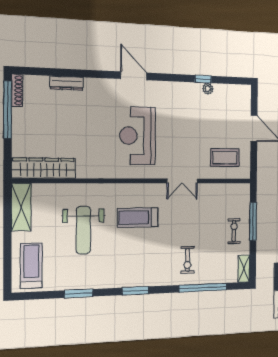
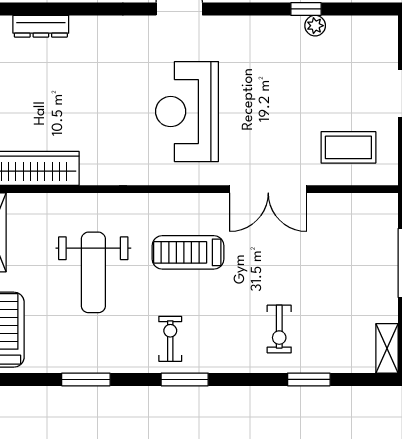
dresser: (67, 83) -> (41, 26), moved
double door: (182, 181) -> (268, 189), width x1.37
exercise bike: (234, 231) -> (170, 339), moved
window: (203, 288) -> (309, 379), width x0.47

